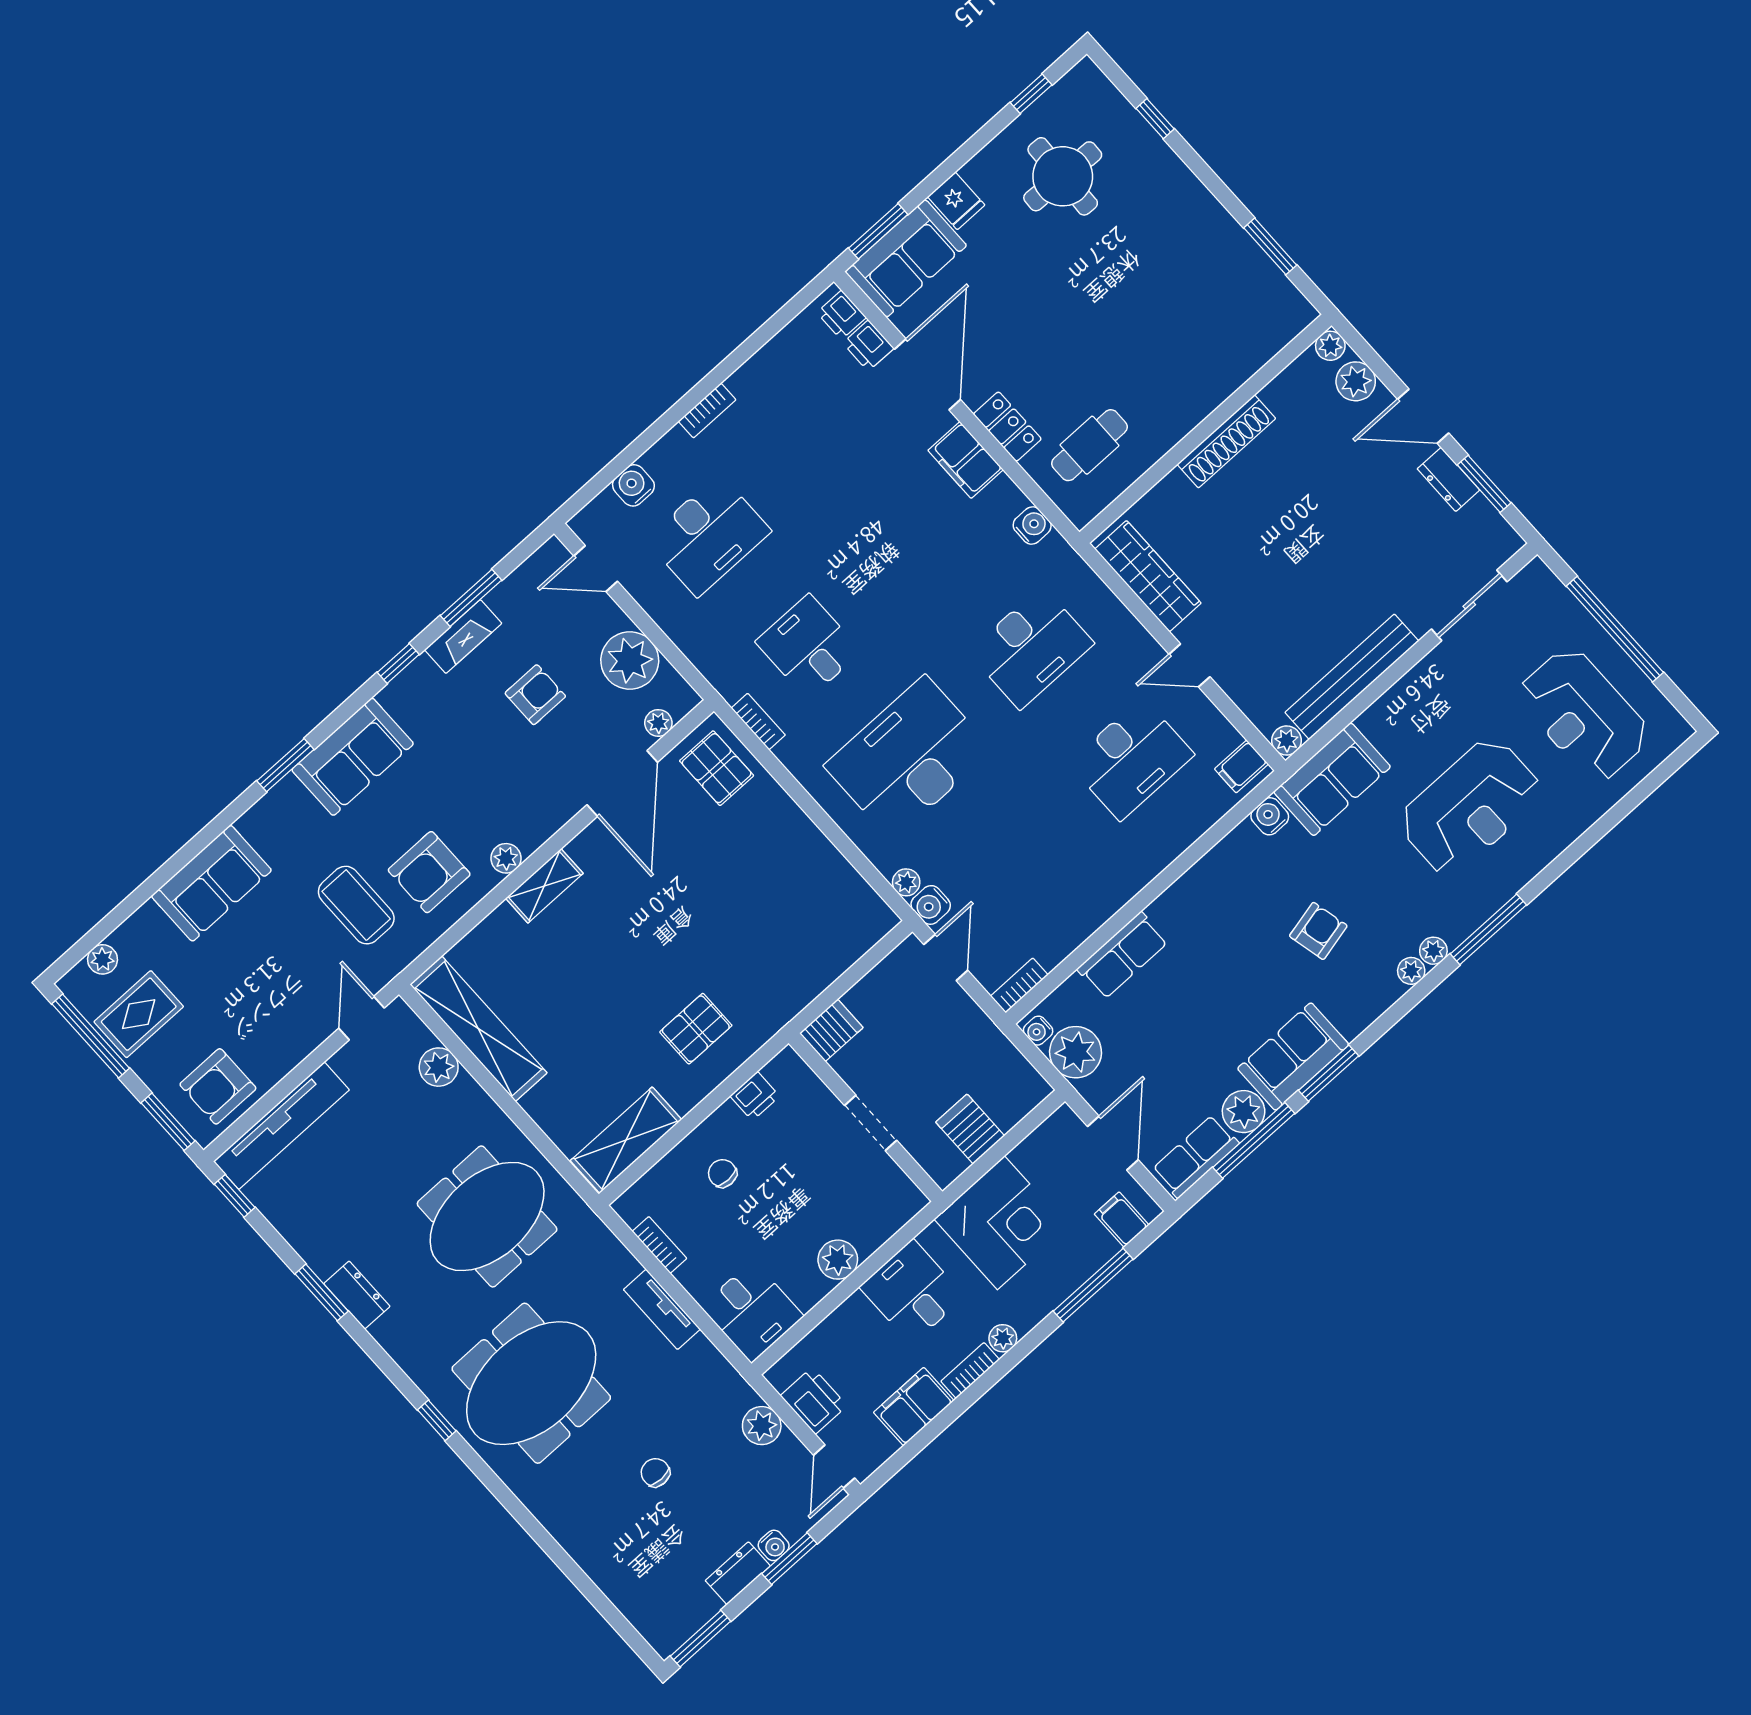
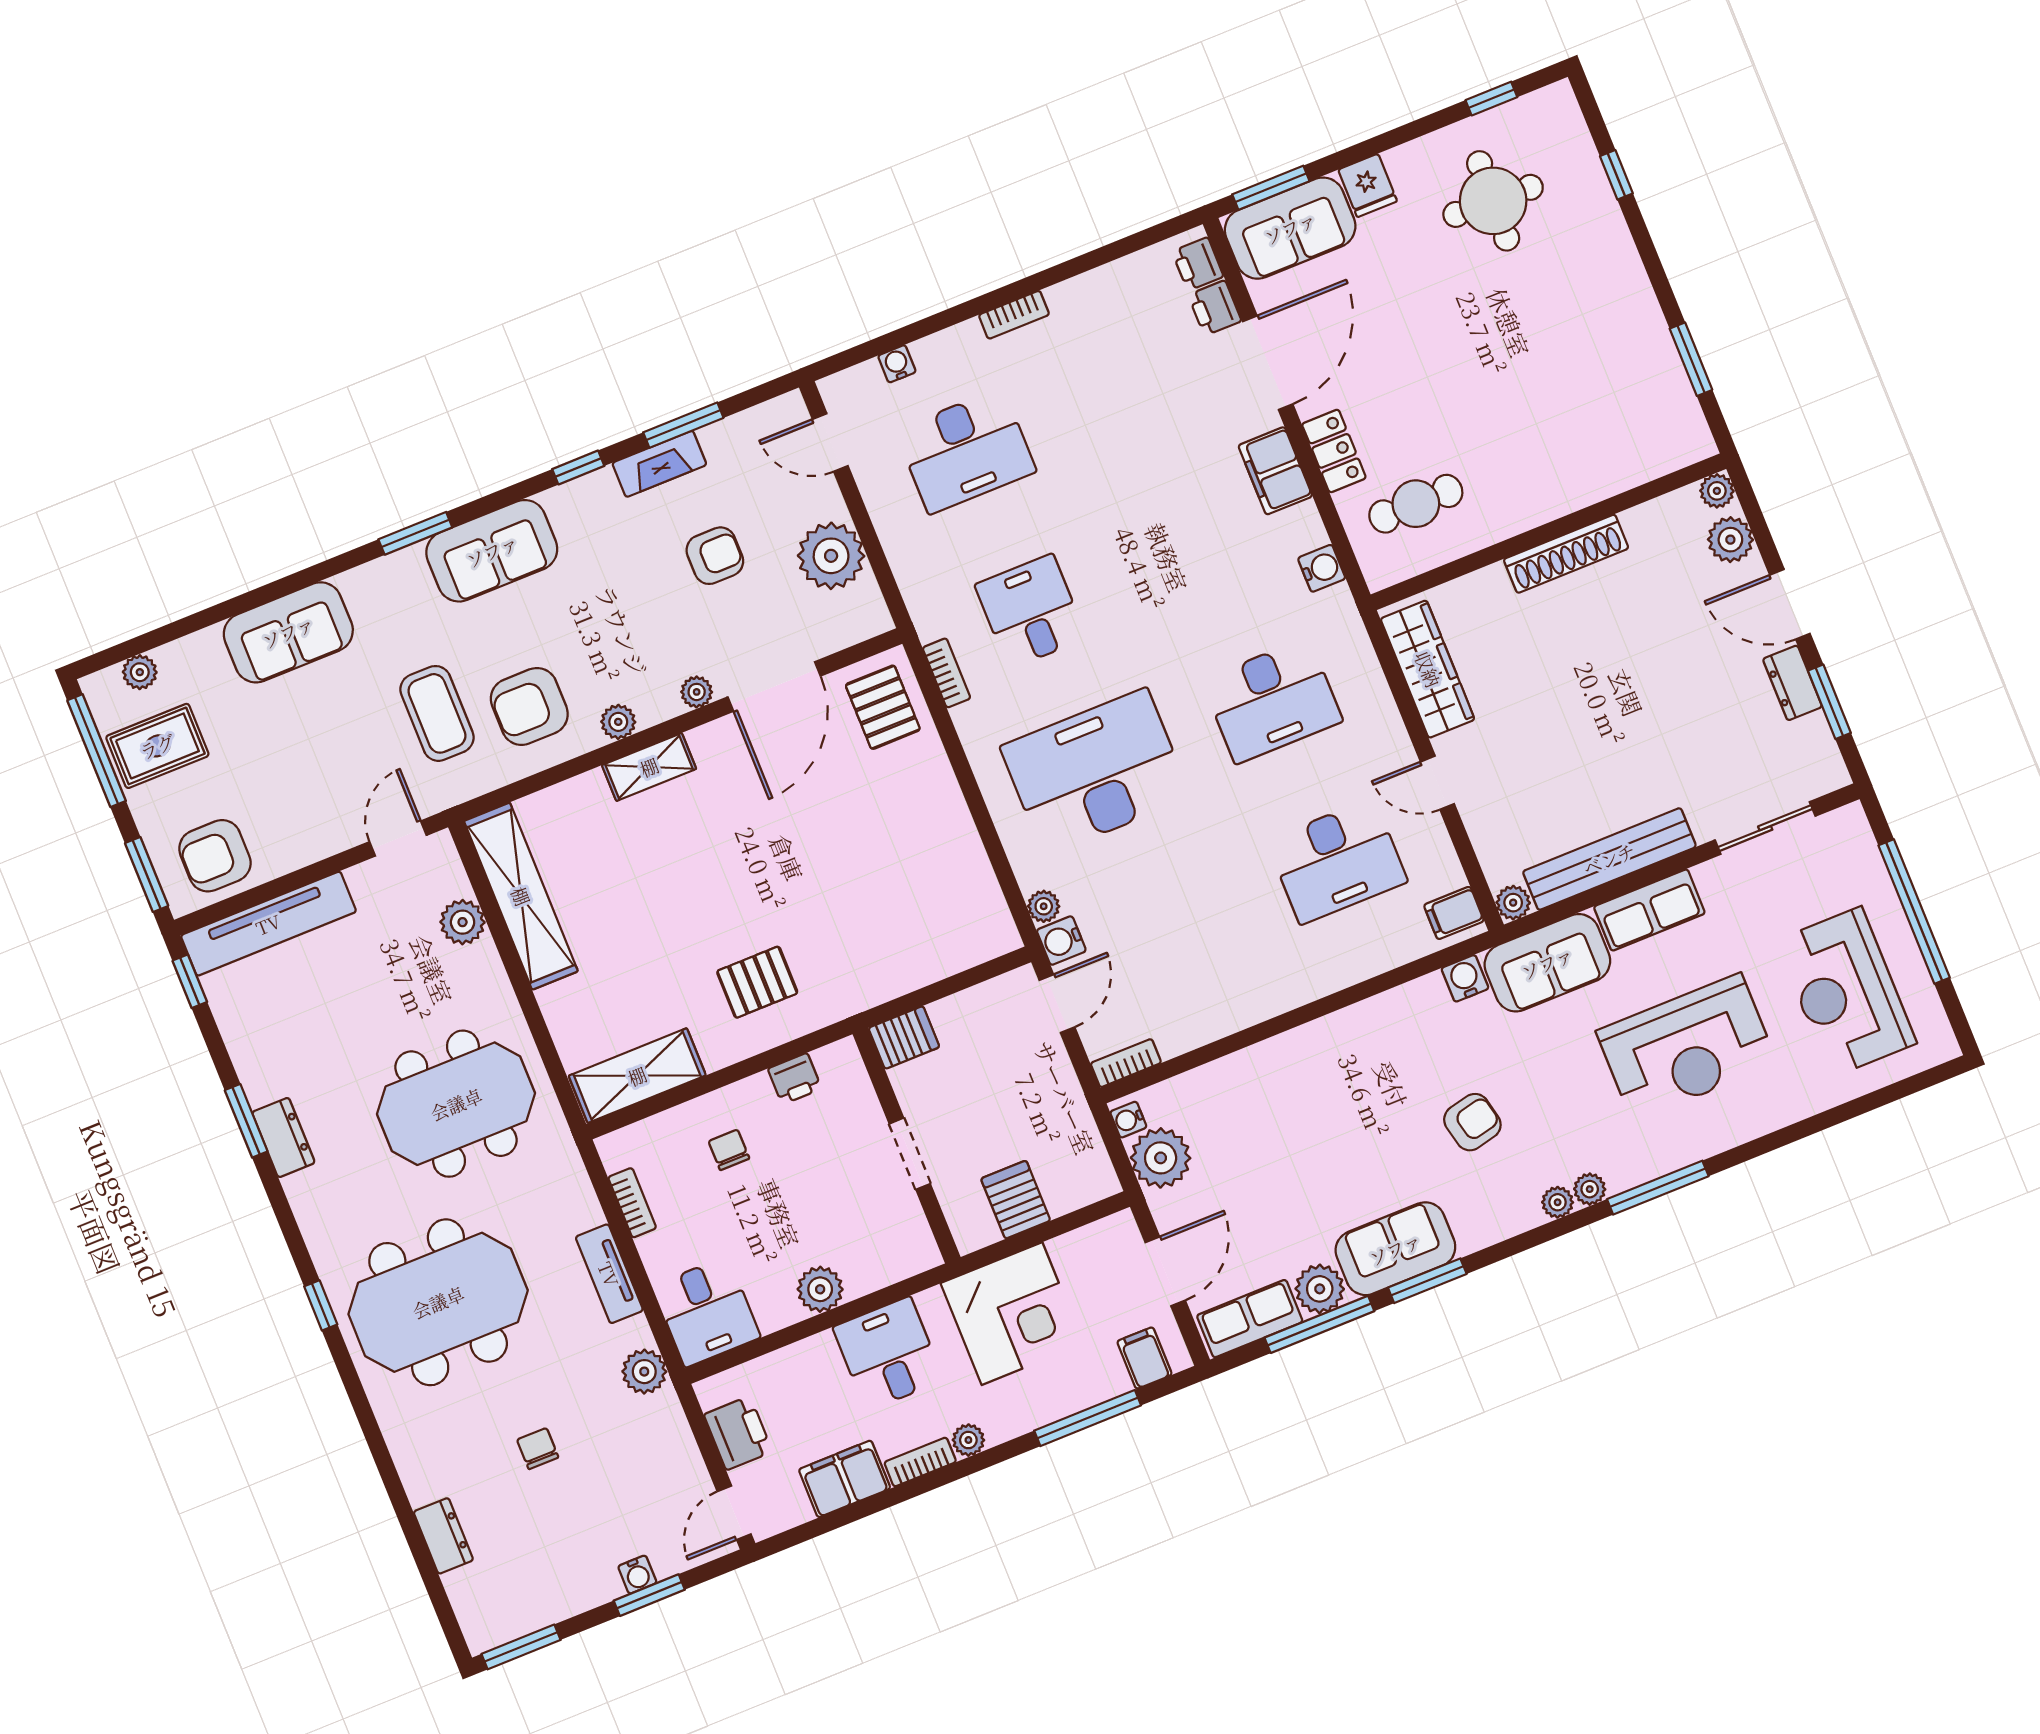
water cooler: (633, 485) -> (897, 364), width x0.72, depth x0.72
plant: (658, 723) -> (697, 692), moved
row of seats: (1123, 955) -> (1649, 910), moved
plant: (762, 1426) -> (644, 1372), moved
dresser: (738, 1573) -> (443, 1536), moved, turned 90

